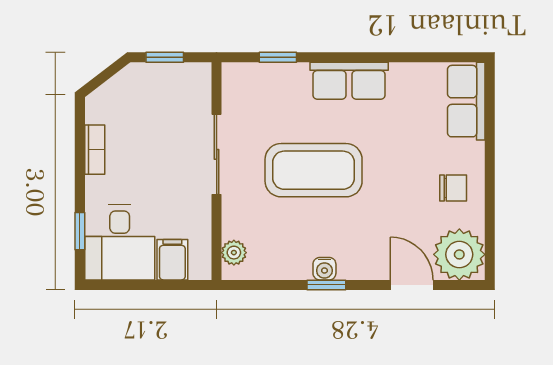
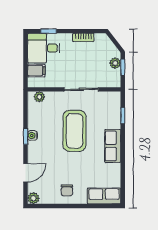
plant: (155, 75) -> (115, 63), added
plant: (459, 254) -> (33, 198), width x0.53, depth x0.53

